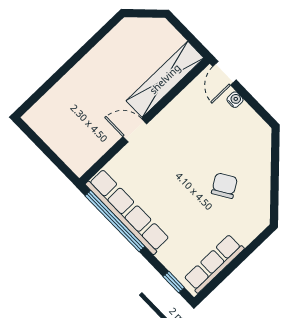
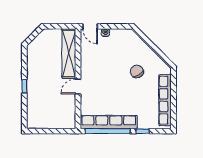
window: (70, 64) -> (24, 86), added
row of seats: (214, 264) -> (165, 100), width x1.36
window: (174, 282) -> (143, 131), moved

